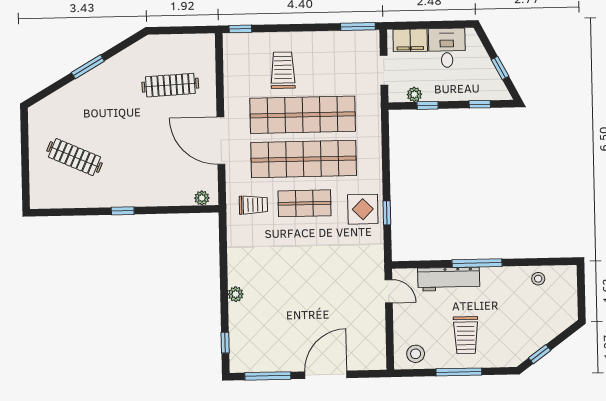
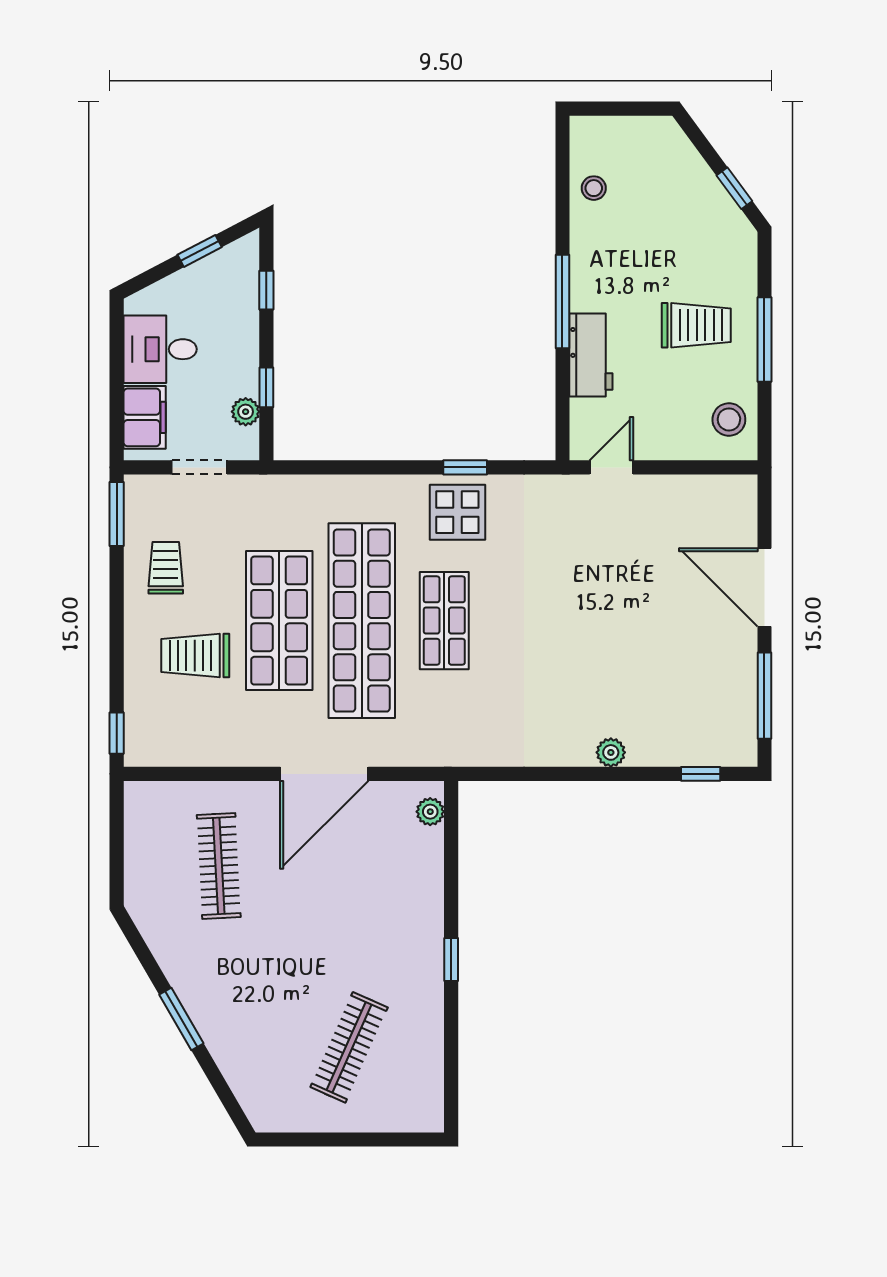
shop shelf: (303, 115) -> (279, 621), width x0.71
trolley: (253, 205) -> (166, 568), moved
workbench: (449, 279) -> (591, 355), width x0.73

